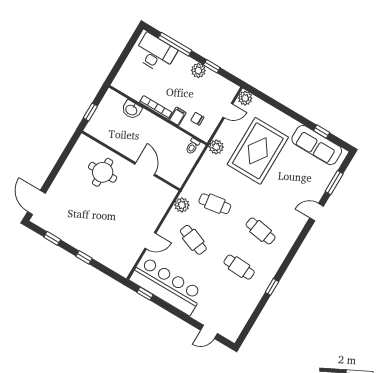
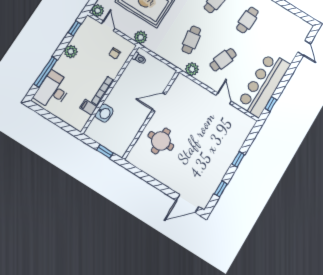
window: (212, 66) -> (75, 28), moved
filing cabinet: (177, 116) -> (88, 107), moved

